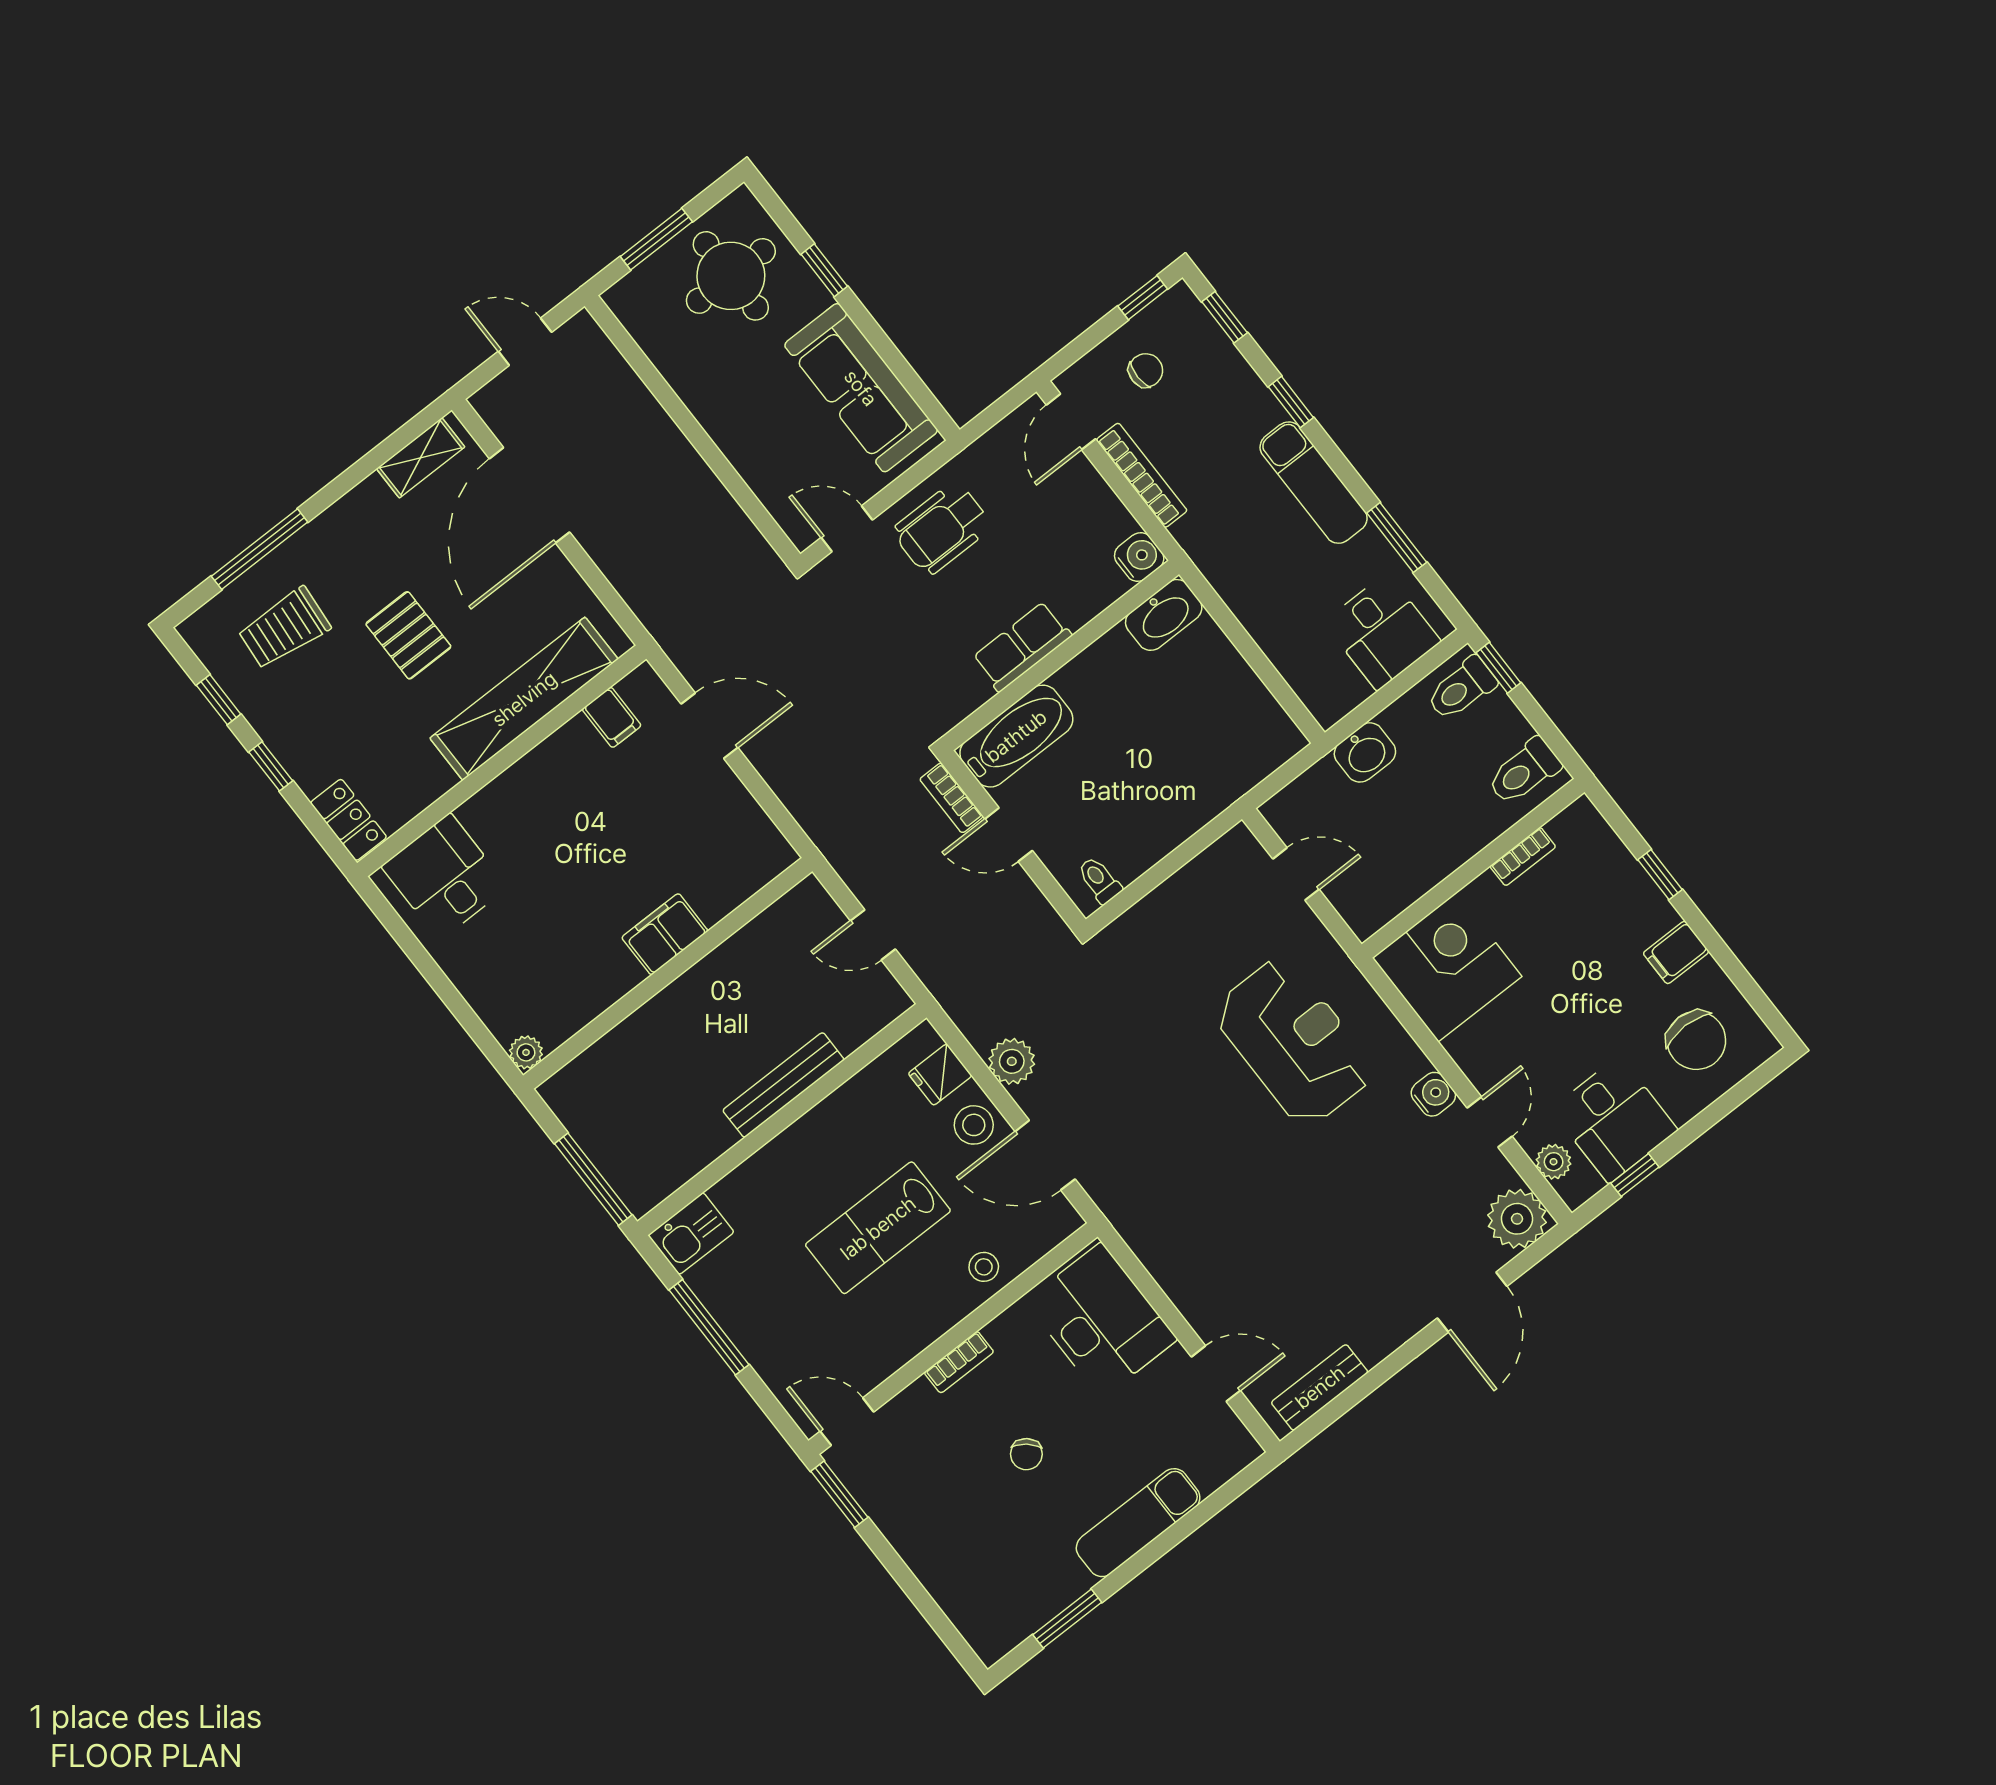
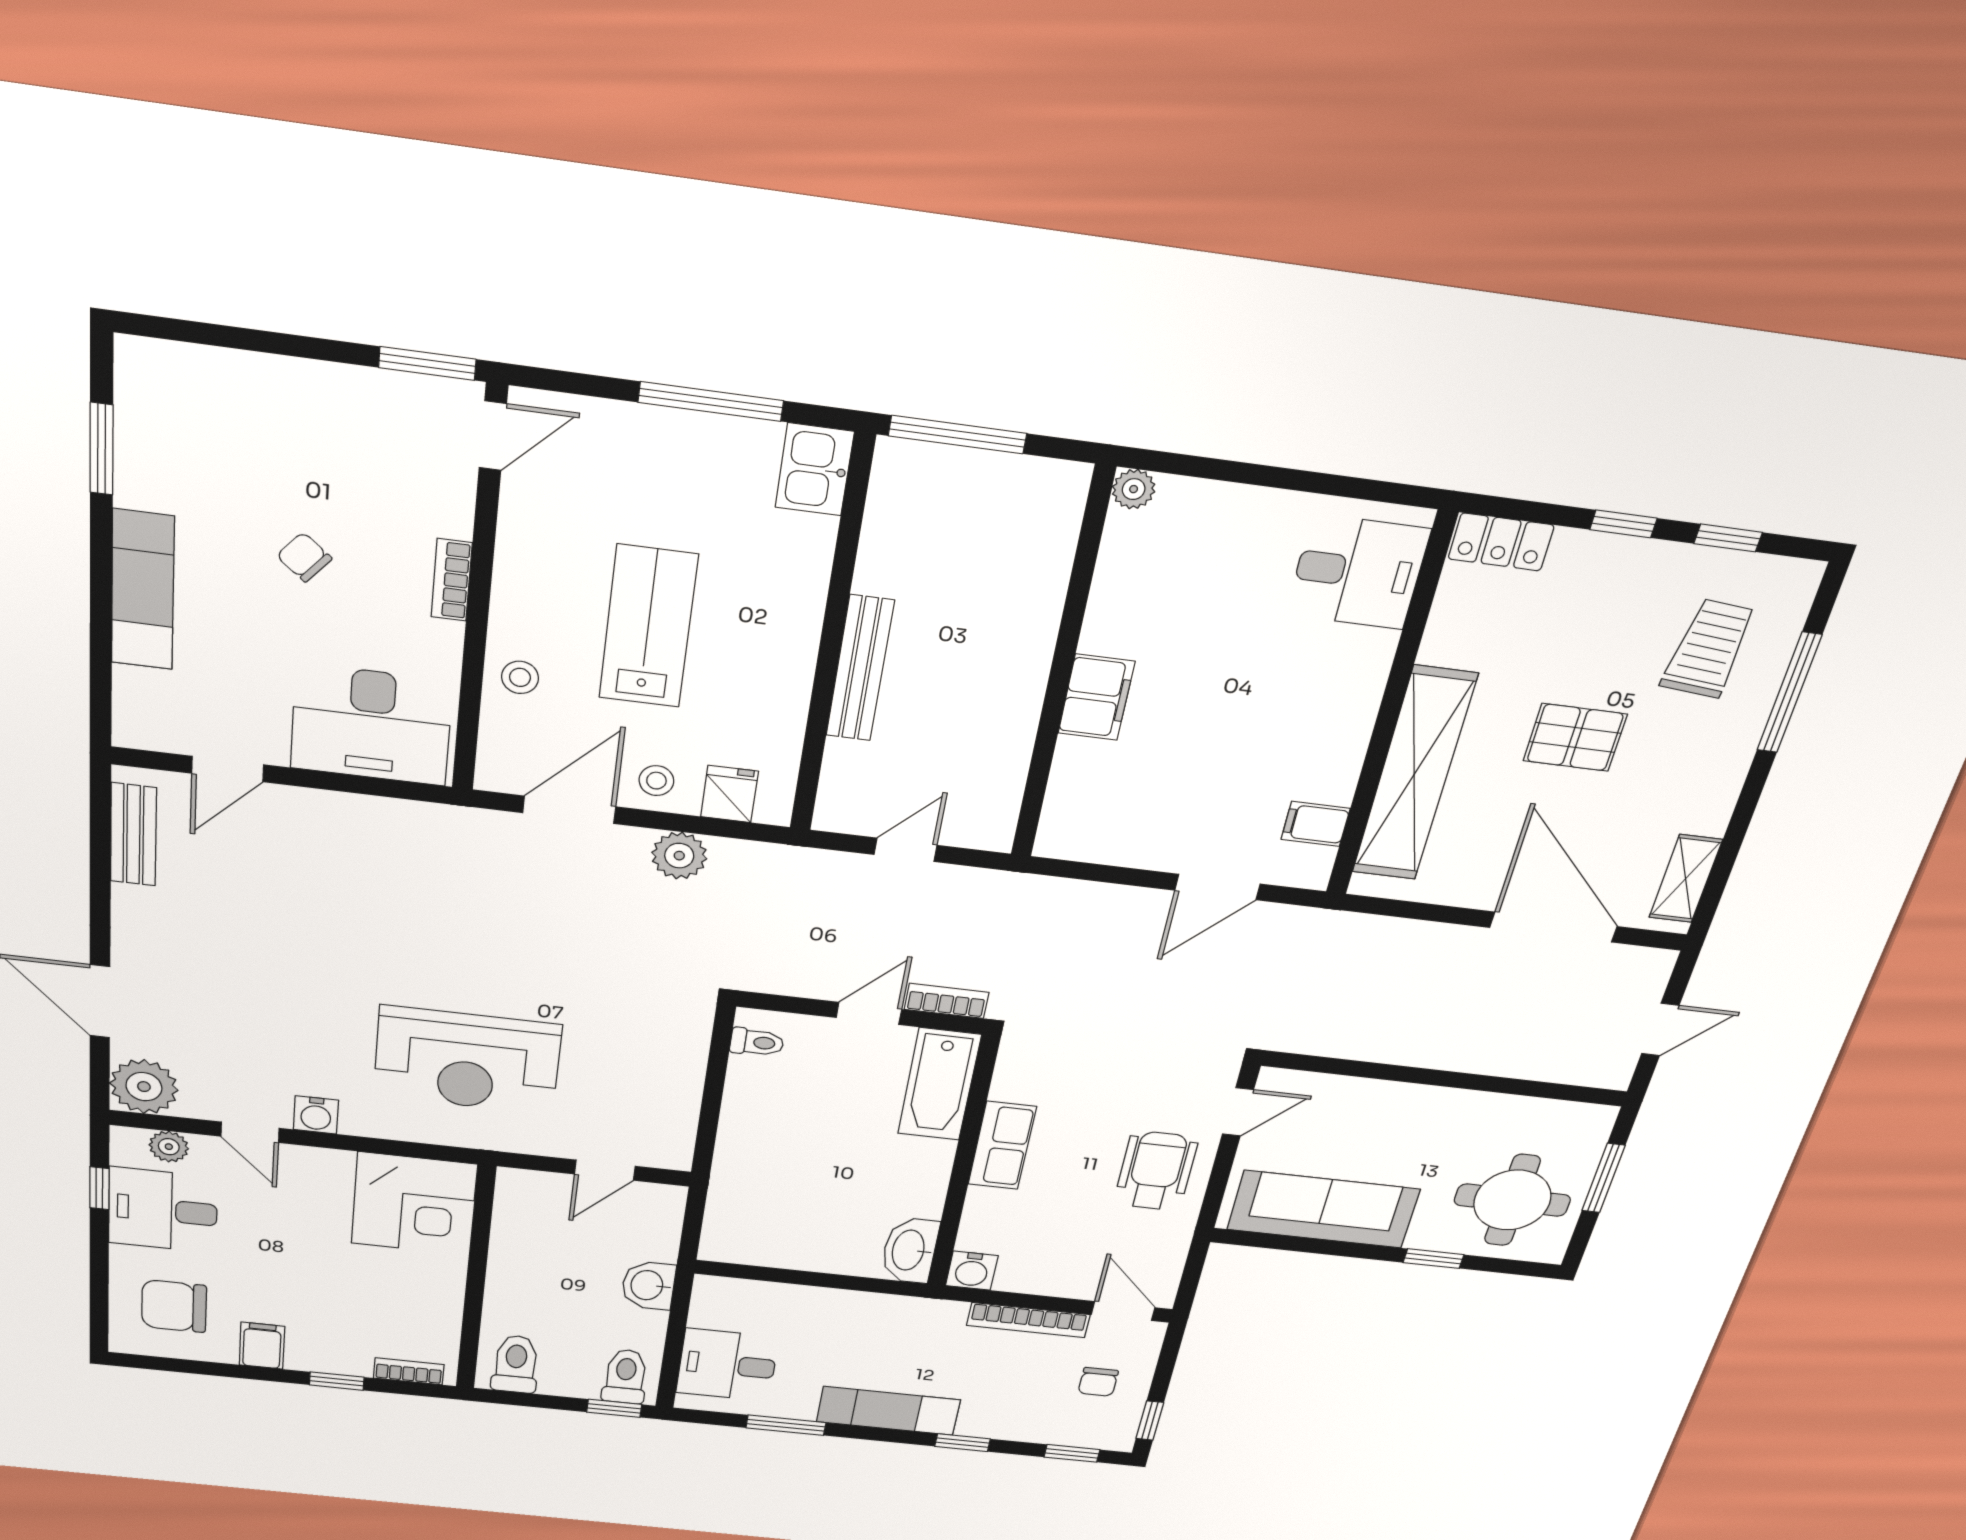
bookcase: (1523, 857) -> (409, 1371), moved, turned 90
stool: (974, 1125) -> (656, 781), width x0.73, depth x0.73

